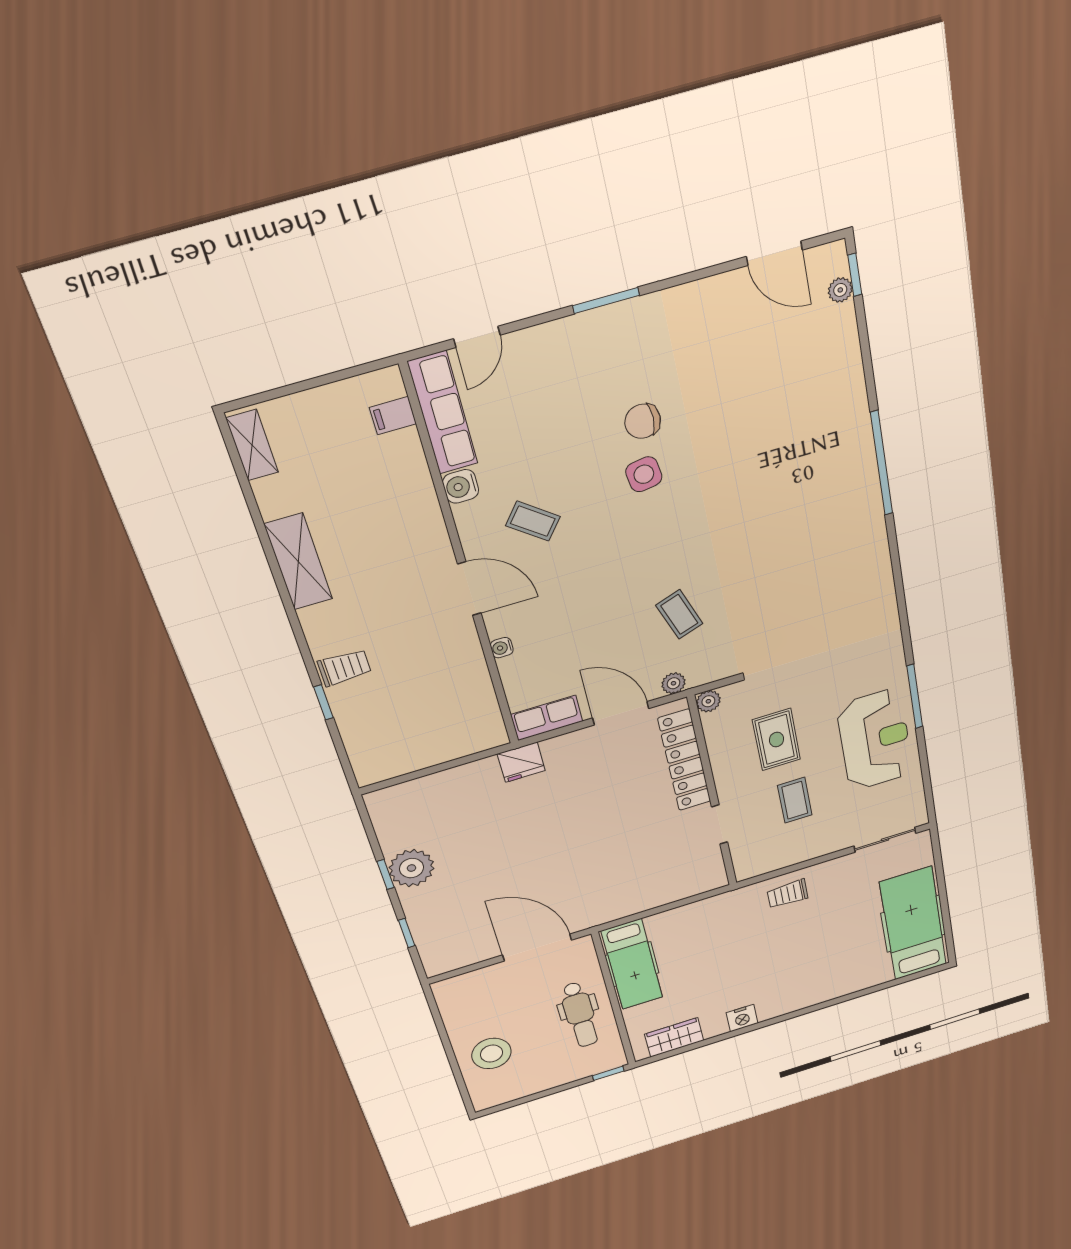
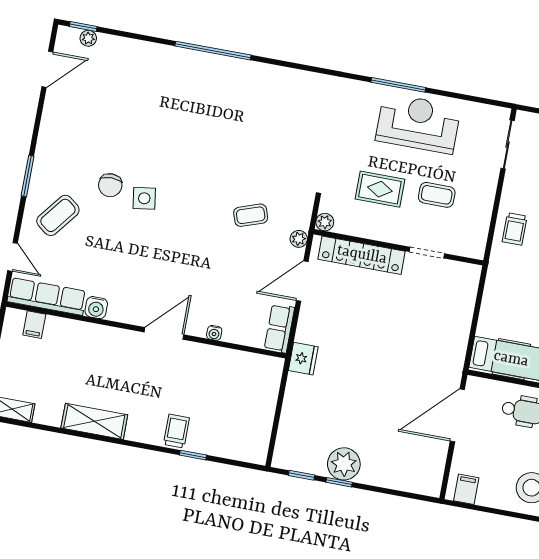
coffee table: (533, 521) -> (58, 215), moved, width x1.36, depth x1.30
window: (407, 933) -> (301, 475), moved
filing cabinet: (453, 998) -> (466, 489), added

